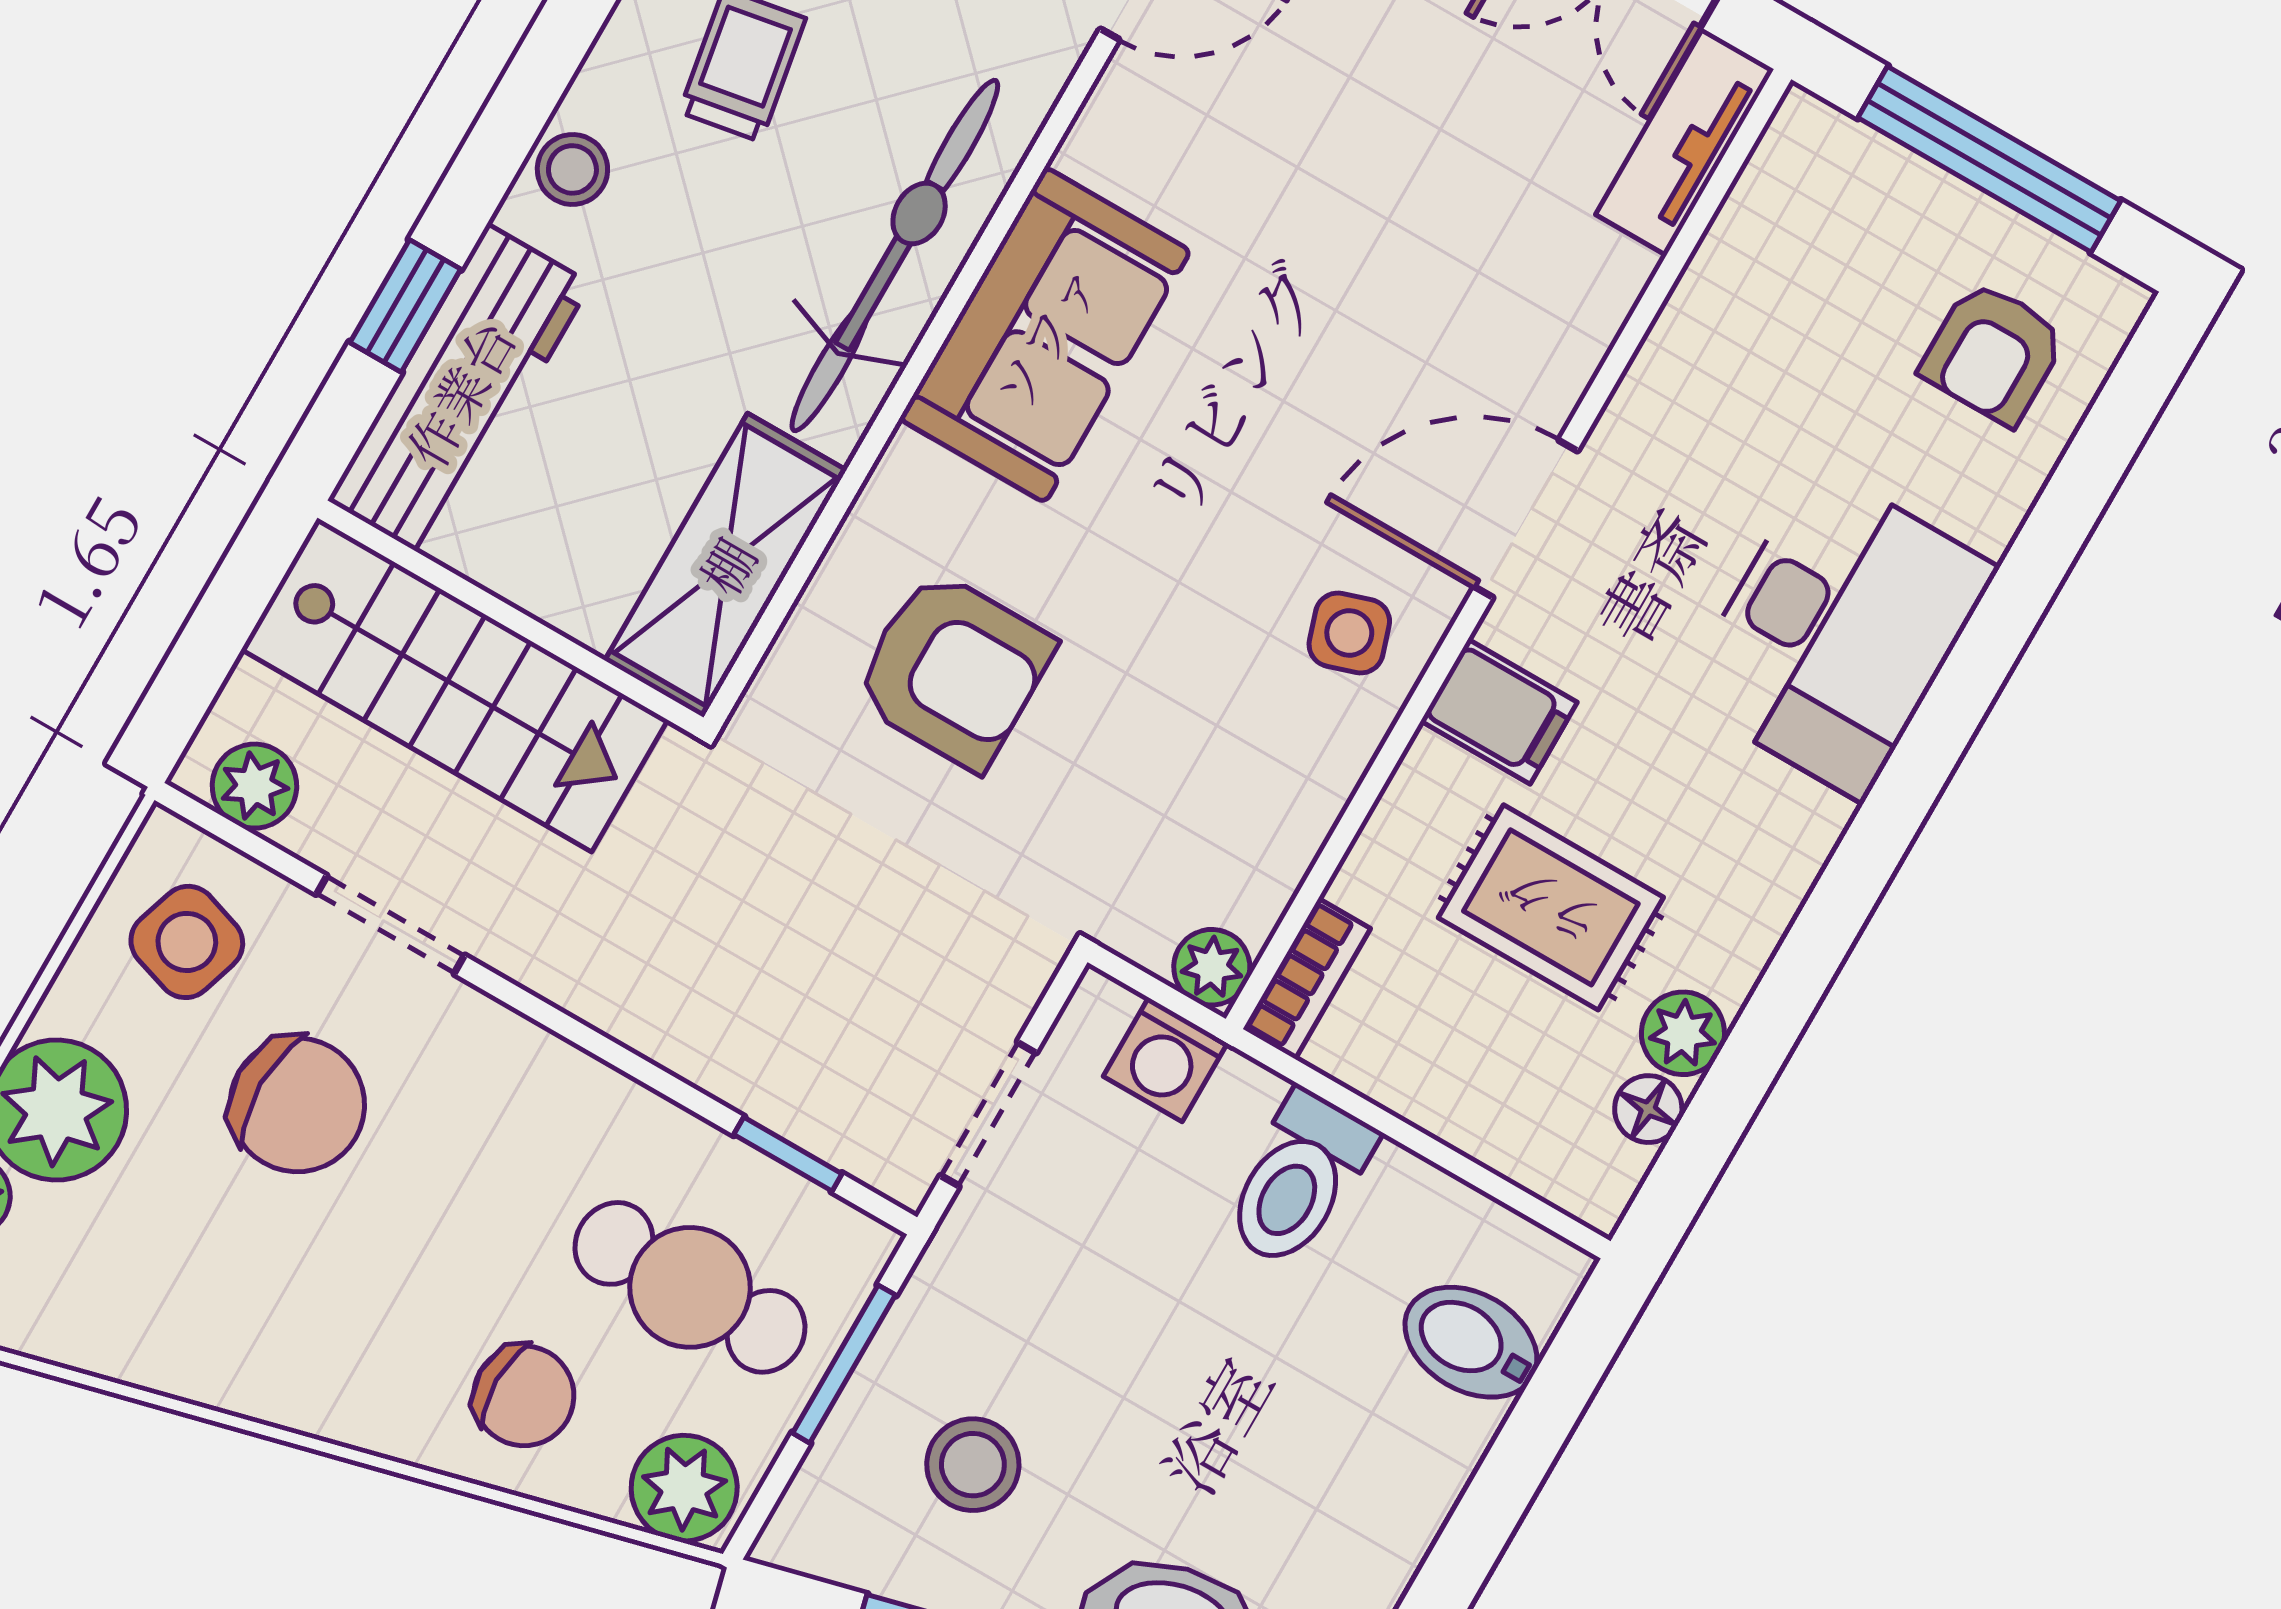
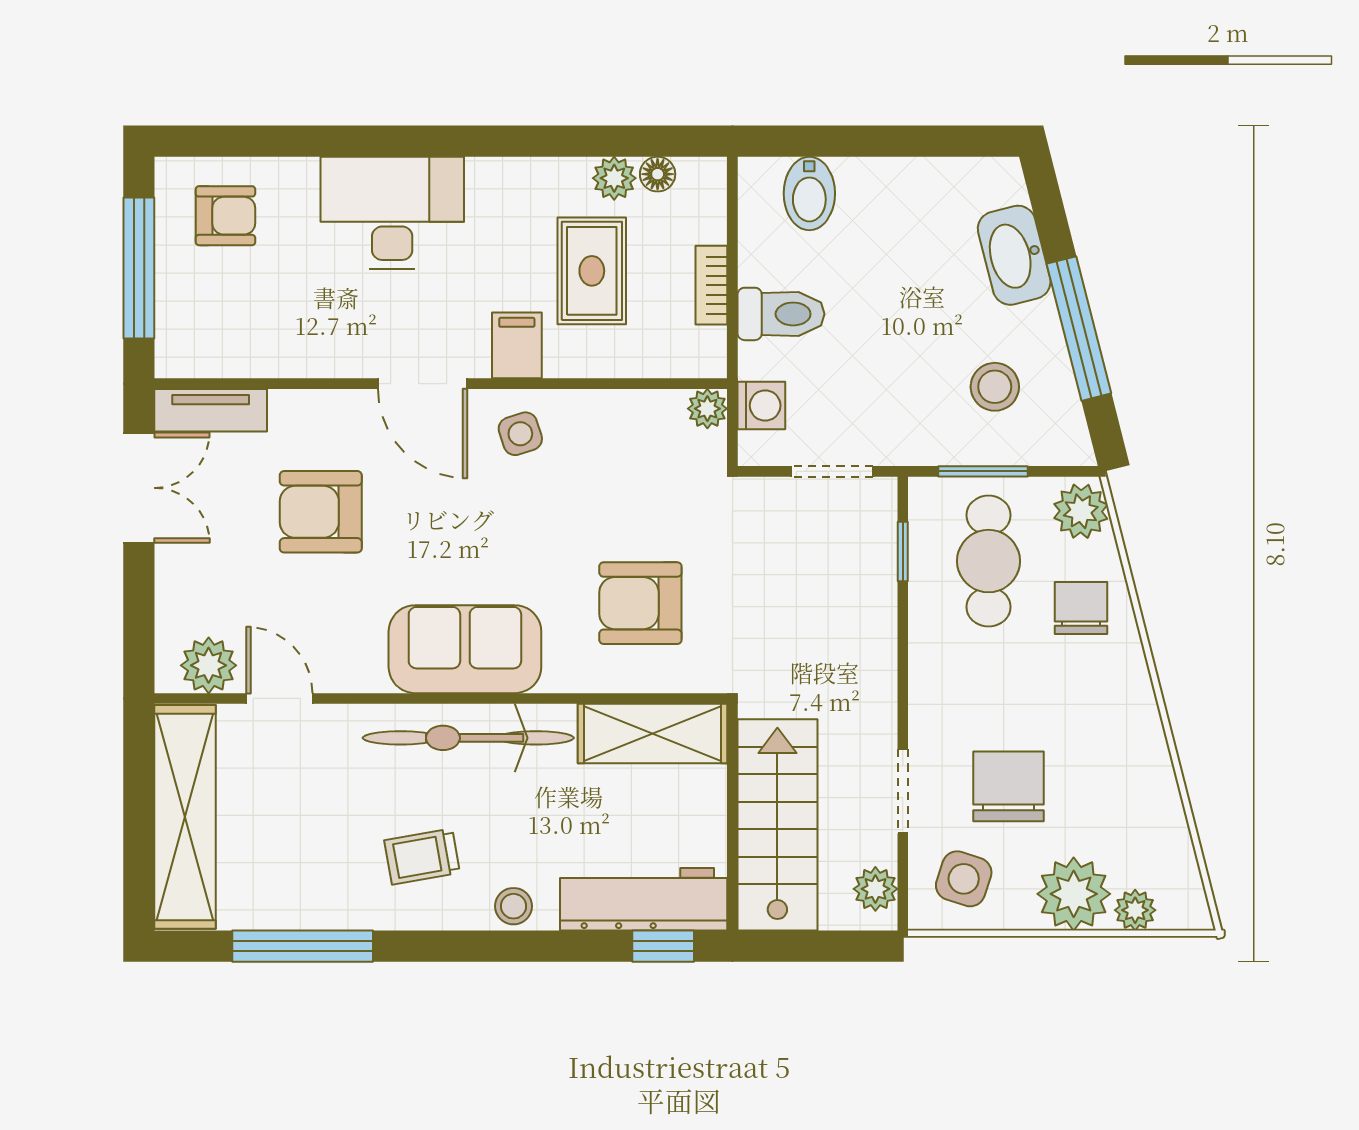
armchair: (1411, 227) -> (321, 512), added
window: (405, 306) -> (663, 946), moved
armchair: (953, 670) -> (640, 603), turned -90
bookcase: (1307, 979) -> (711, 285), moved, turned -90

